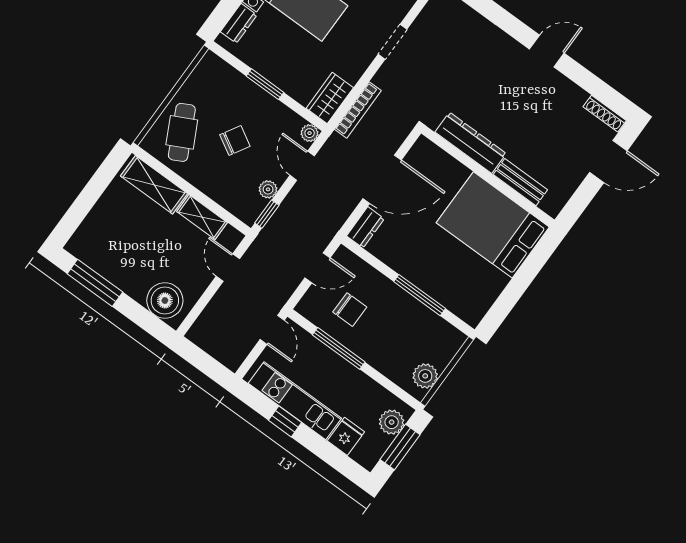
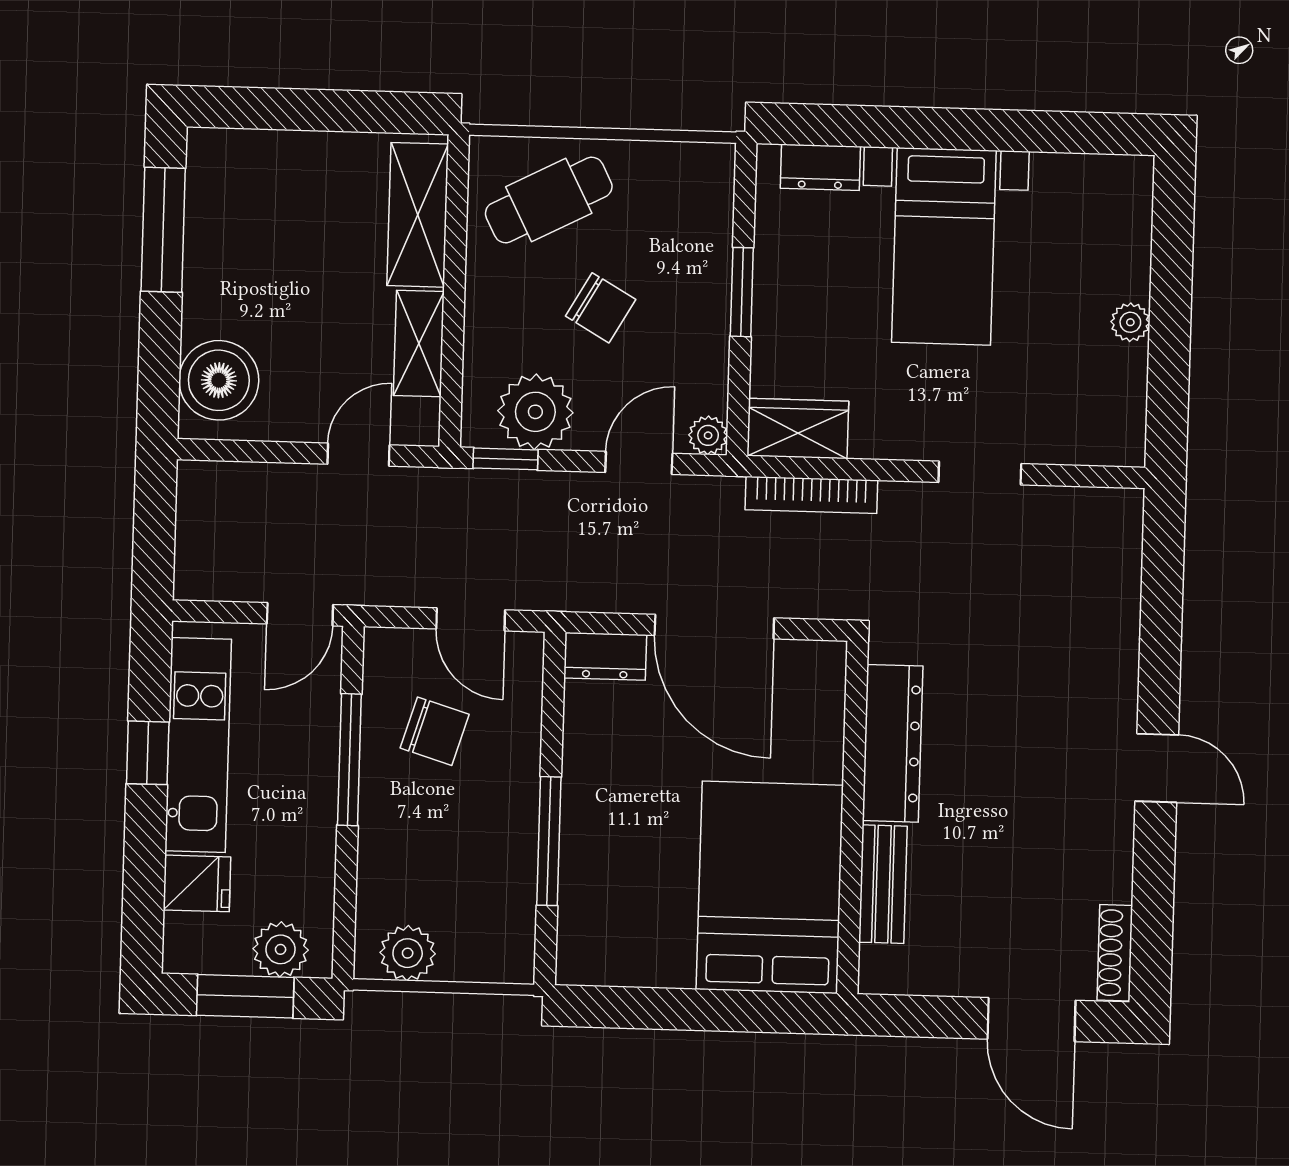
plant: (268, 189) -> (535, 412), width x1.87, depth x1.87
chair: (350, 310) -> (435, 731), turned -73

